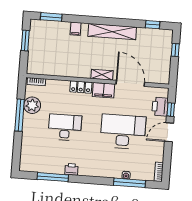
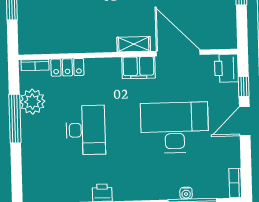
locker: (81, 87) -> (67, 67), moved
printer: (160, 107) -> (226, 68), moved
desk: (65, 127) -> (86, 130), turned 90

